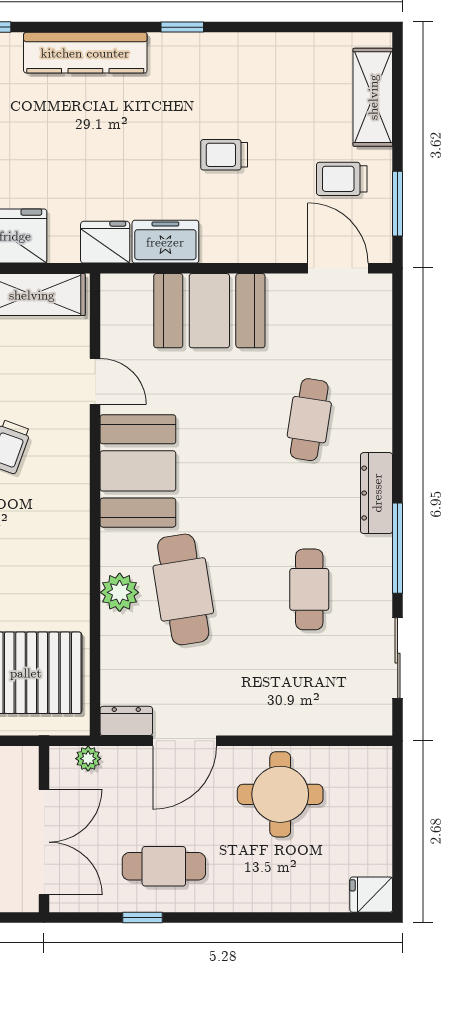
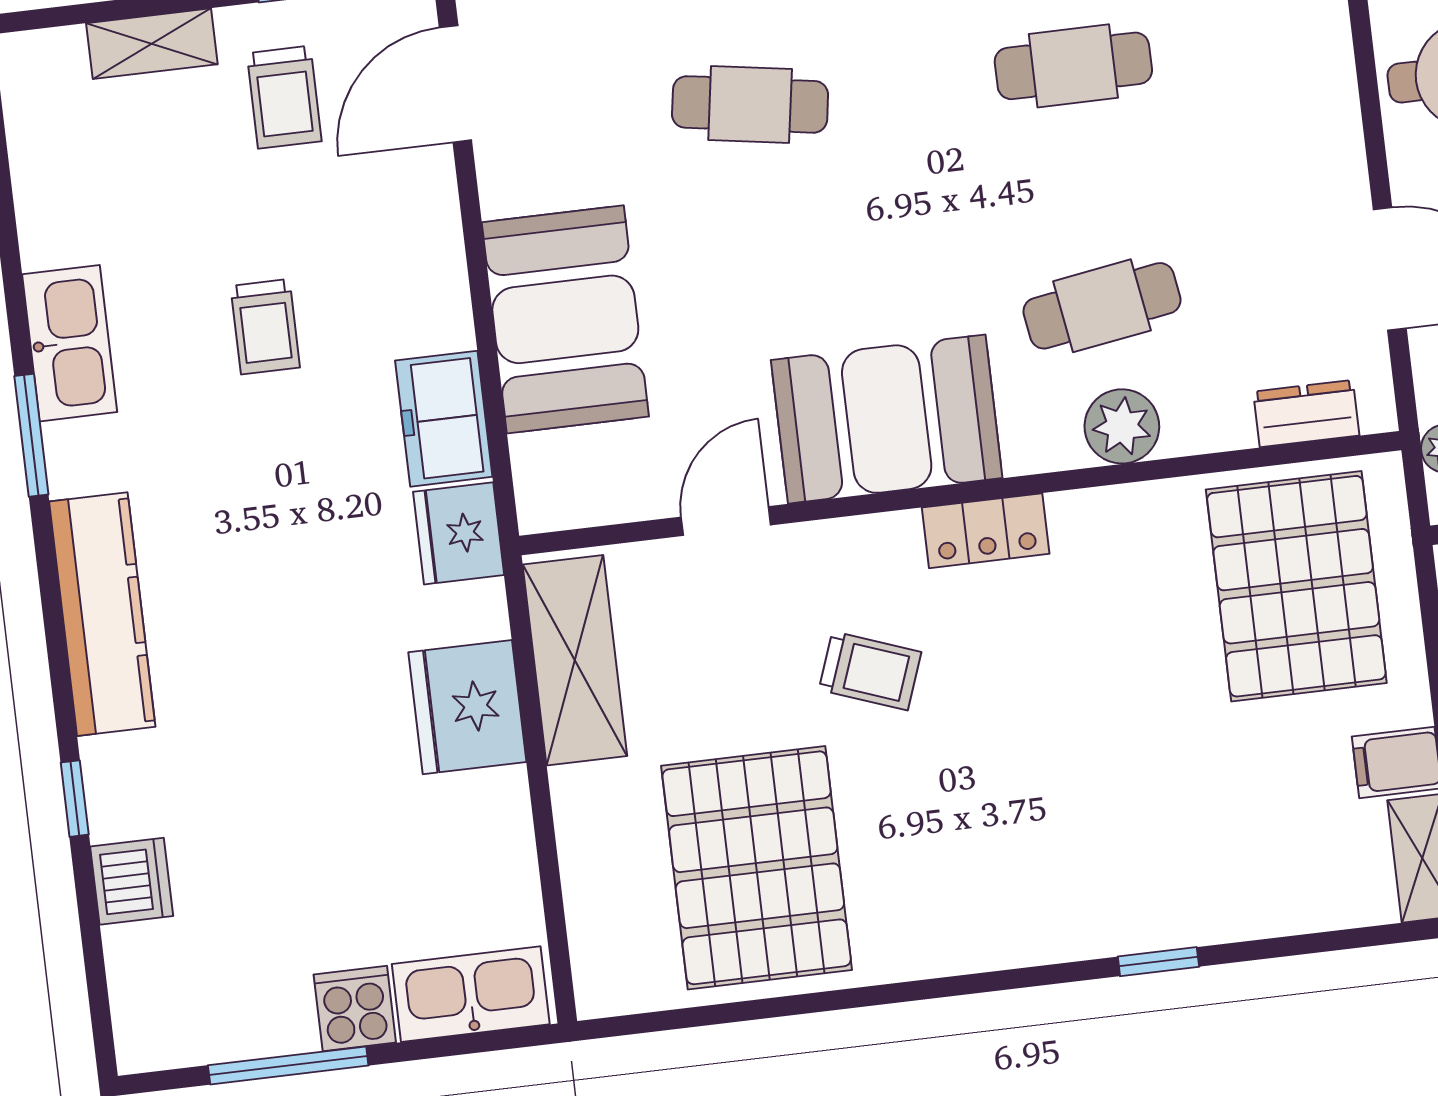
window: (182, 27) -> (31, 435), width x1.50
kitchen sink: (228, 52) -> (70, 343), added
shelving: (373, 97) -> (152, 44), width x0.67, depth x0.75
locker: (74, 515) -> (986, 531), added
cafe table: (183, 589) -> (1102, 306), width x0.73, depth x0.74
dresser: (126, 721) -> (1306, 414), moved, turned 90

